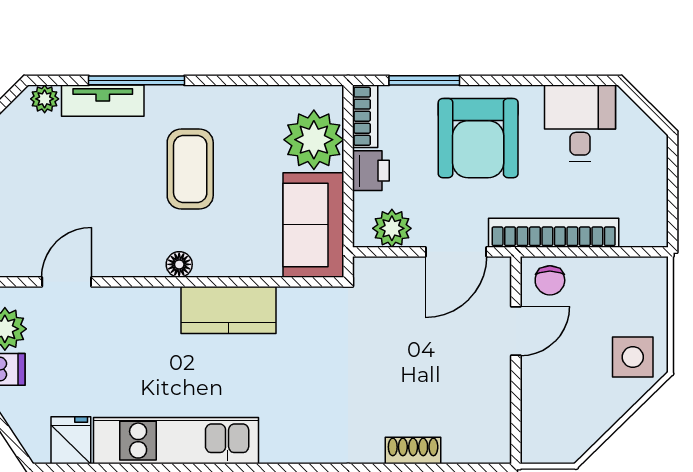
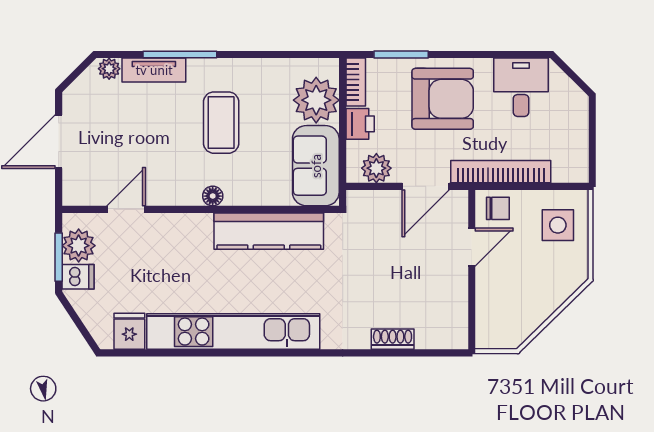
armchair: (478, 138) -> (443, 99), turned -90
chair: (550, 280) -> (498, 208), turned -90
kitchen counter: (228, 310) -> (269, 231), width x1.50
side table: (633, 357) -> (558, 225), moved
kitchen unit: (176, 441) -> (233, 332), width x1.36

